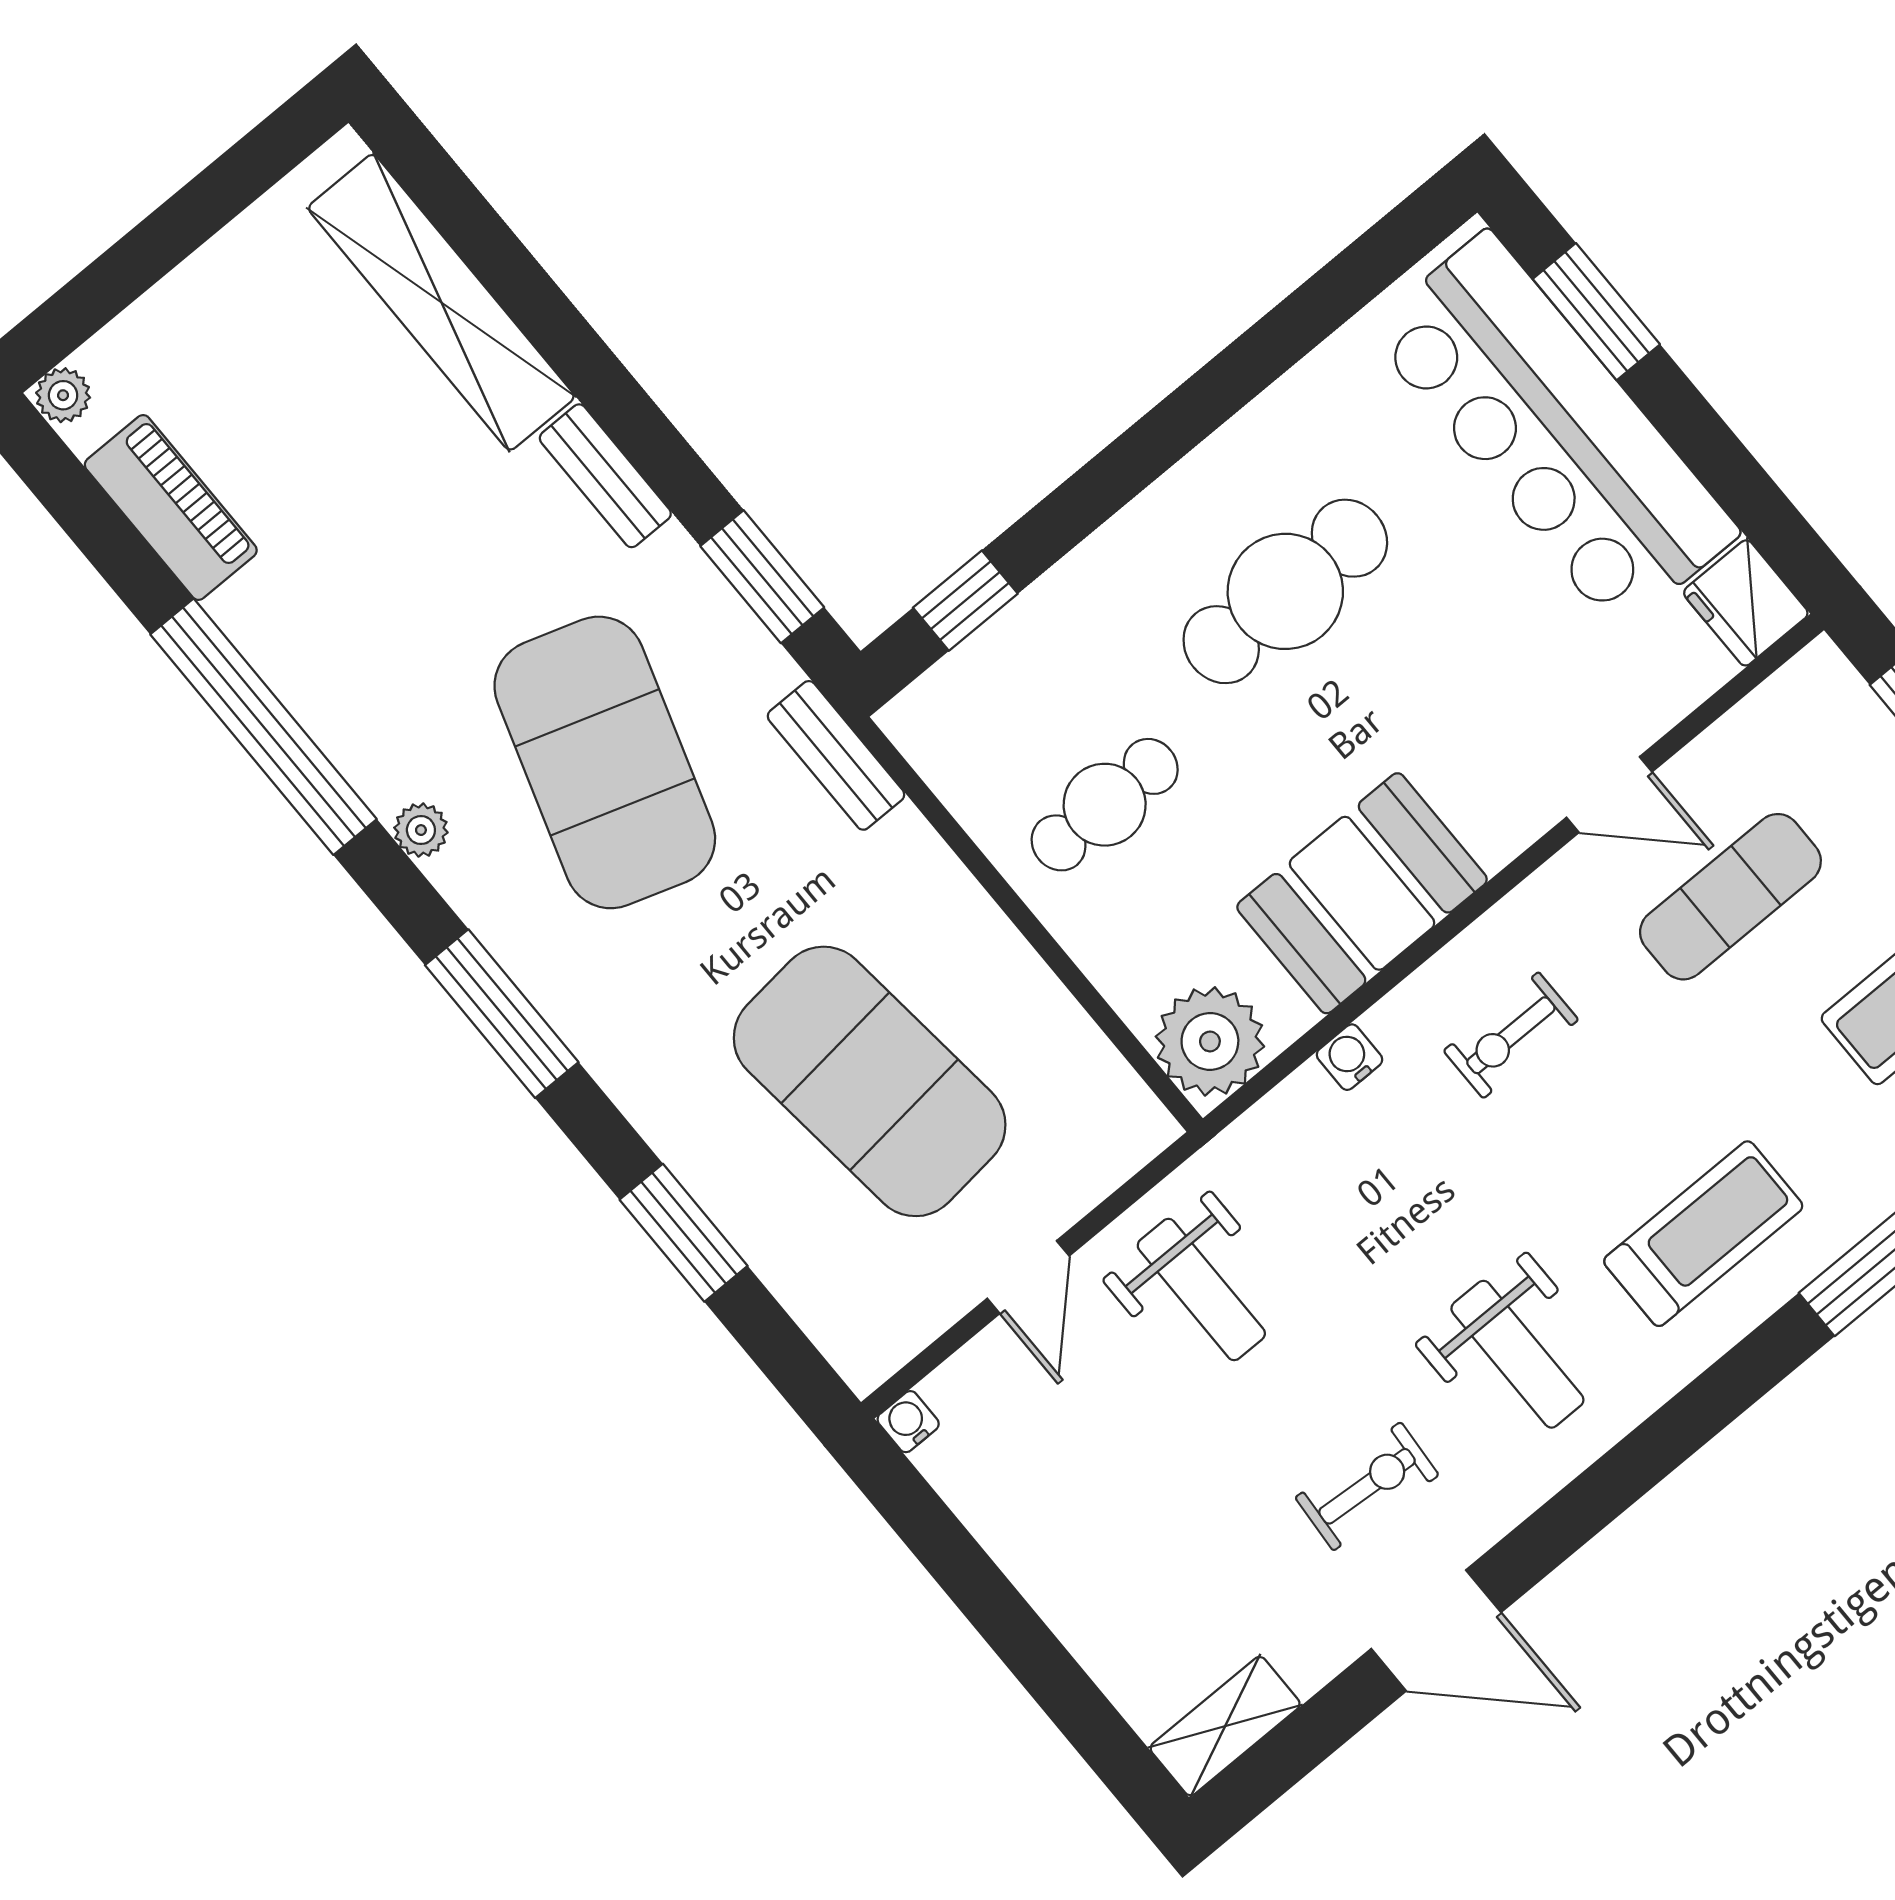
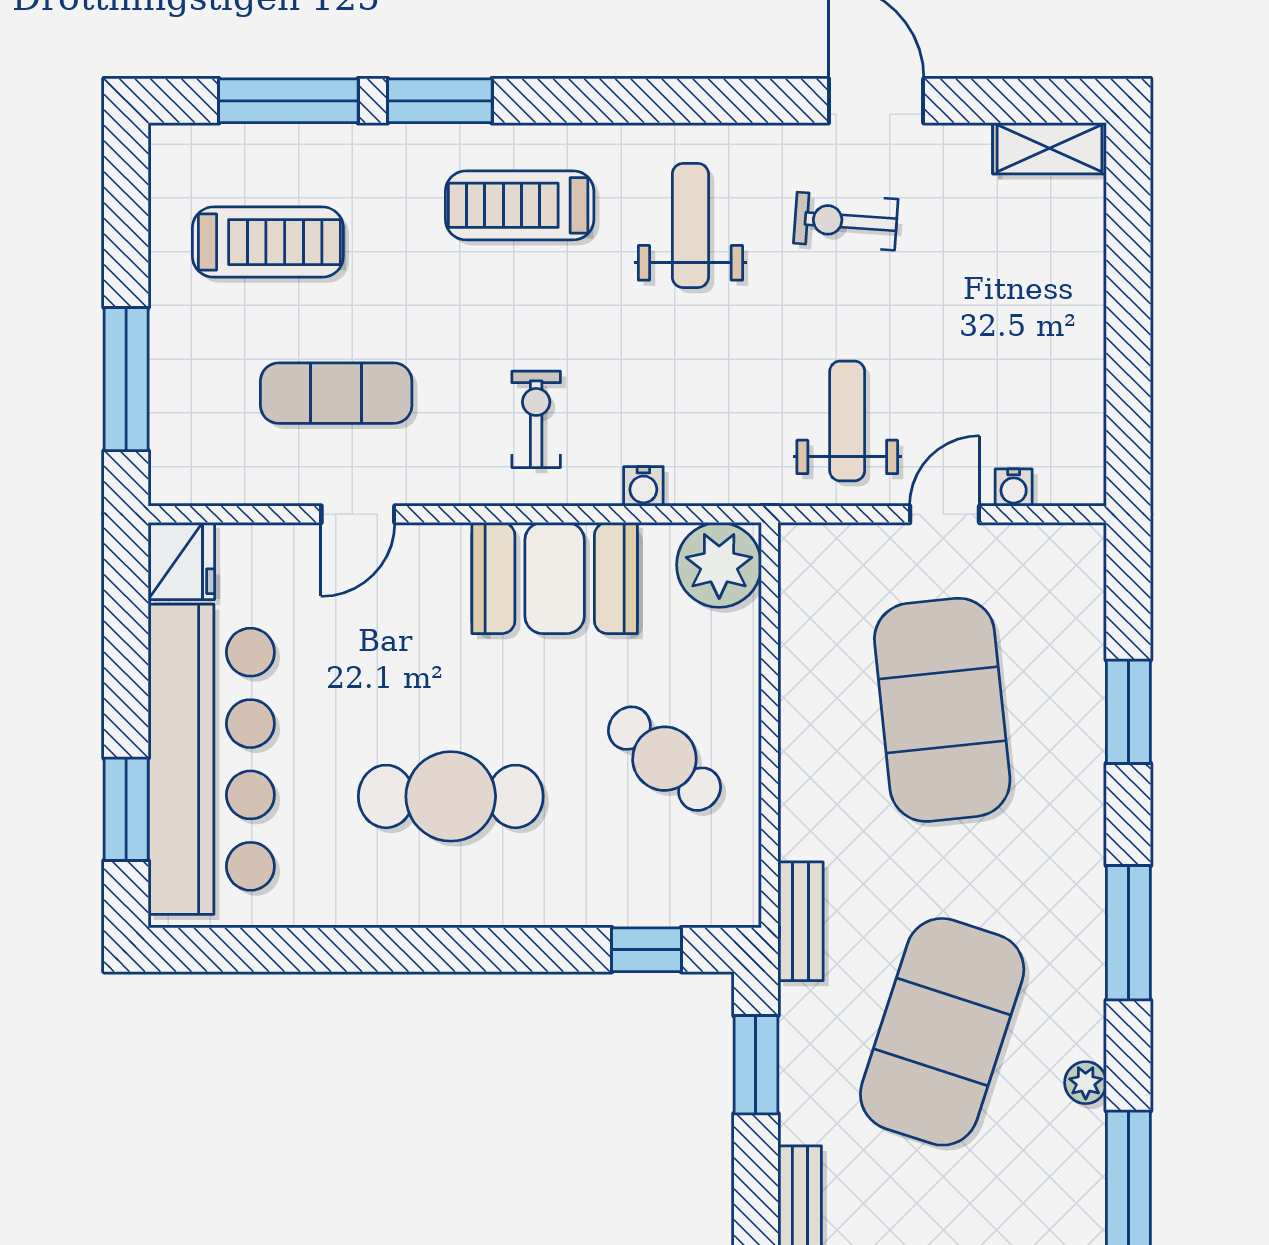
door: (1609, 795) -> (358, 514), swing flipped
cafe table: (1105, 805) -> (664, 759), turned 41
exercise bike: (1511, 1035) -> (536, 419), turned -90
water cooler: (908, 1422) -> (1014, 487), moved

